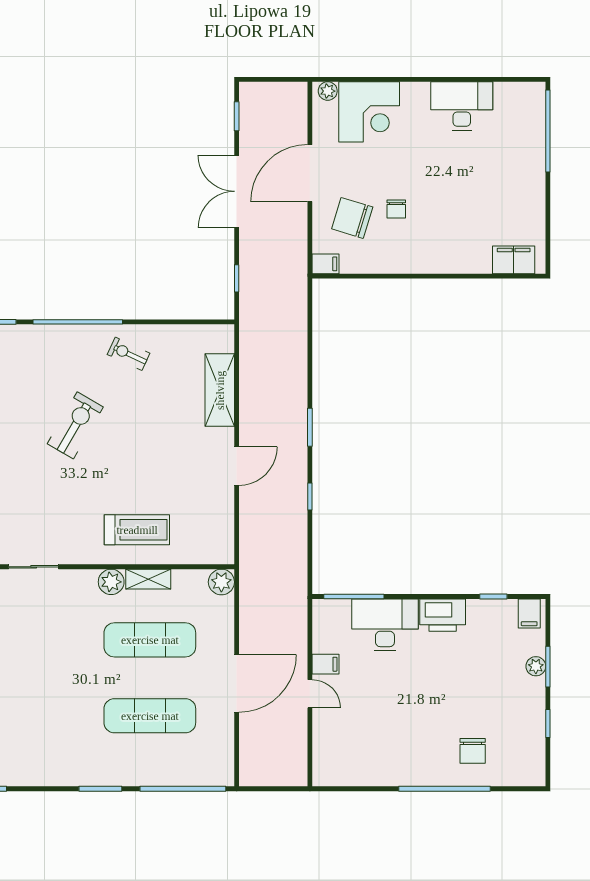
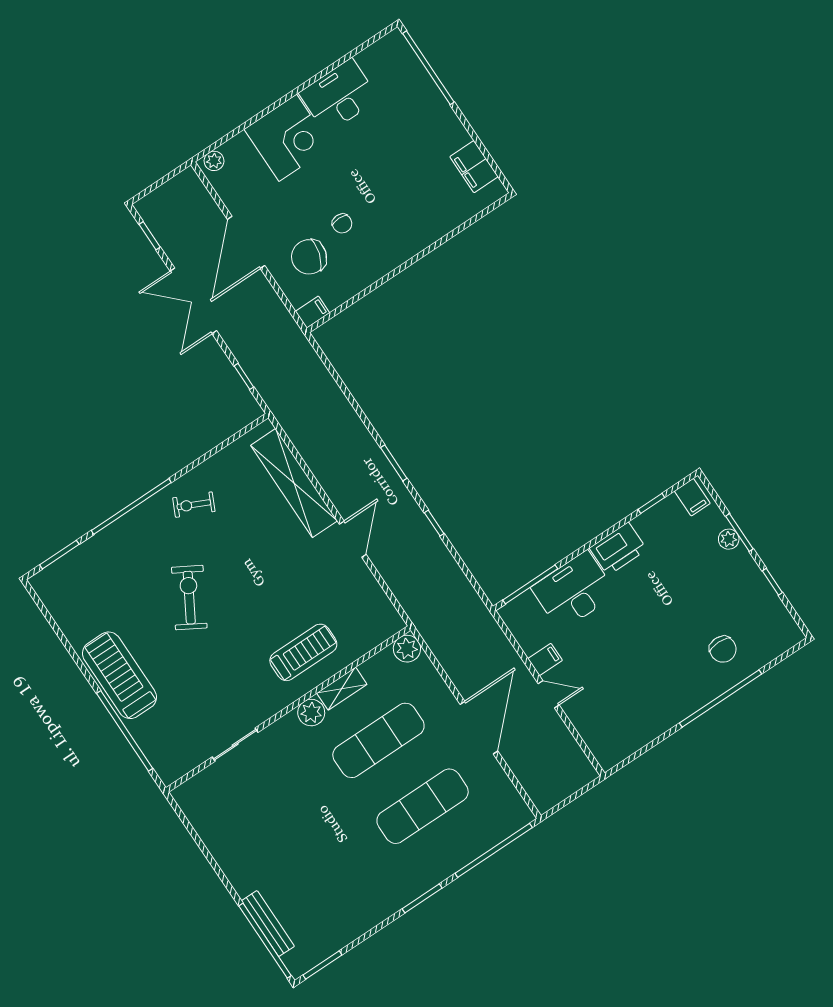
corner desk: (369, 112) -> (288, 138), moved
filing cabinet: (514, 260) -> (474, 167), moved, turned -90
shelving: (220, 390) -> (294, 483), width x1.47

